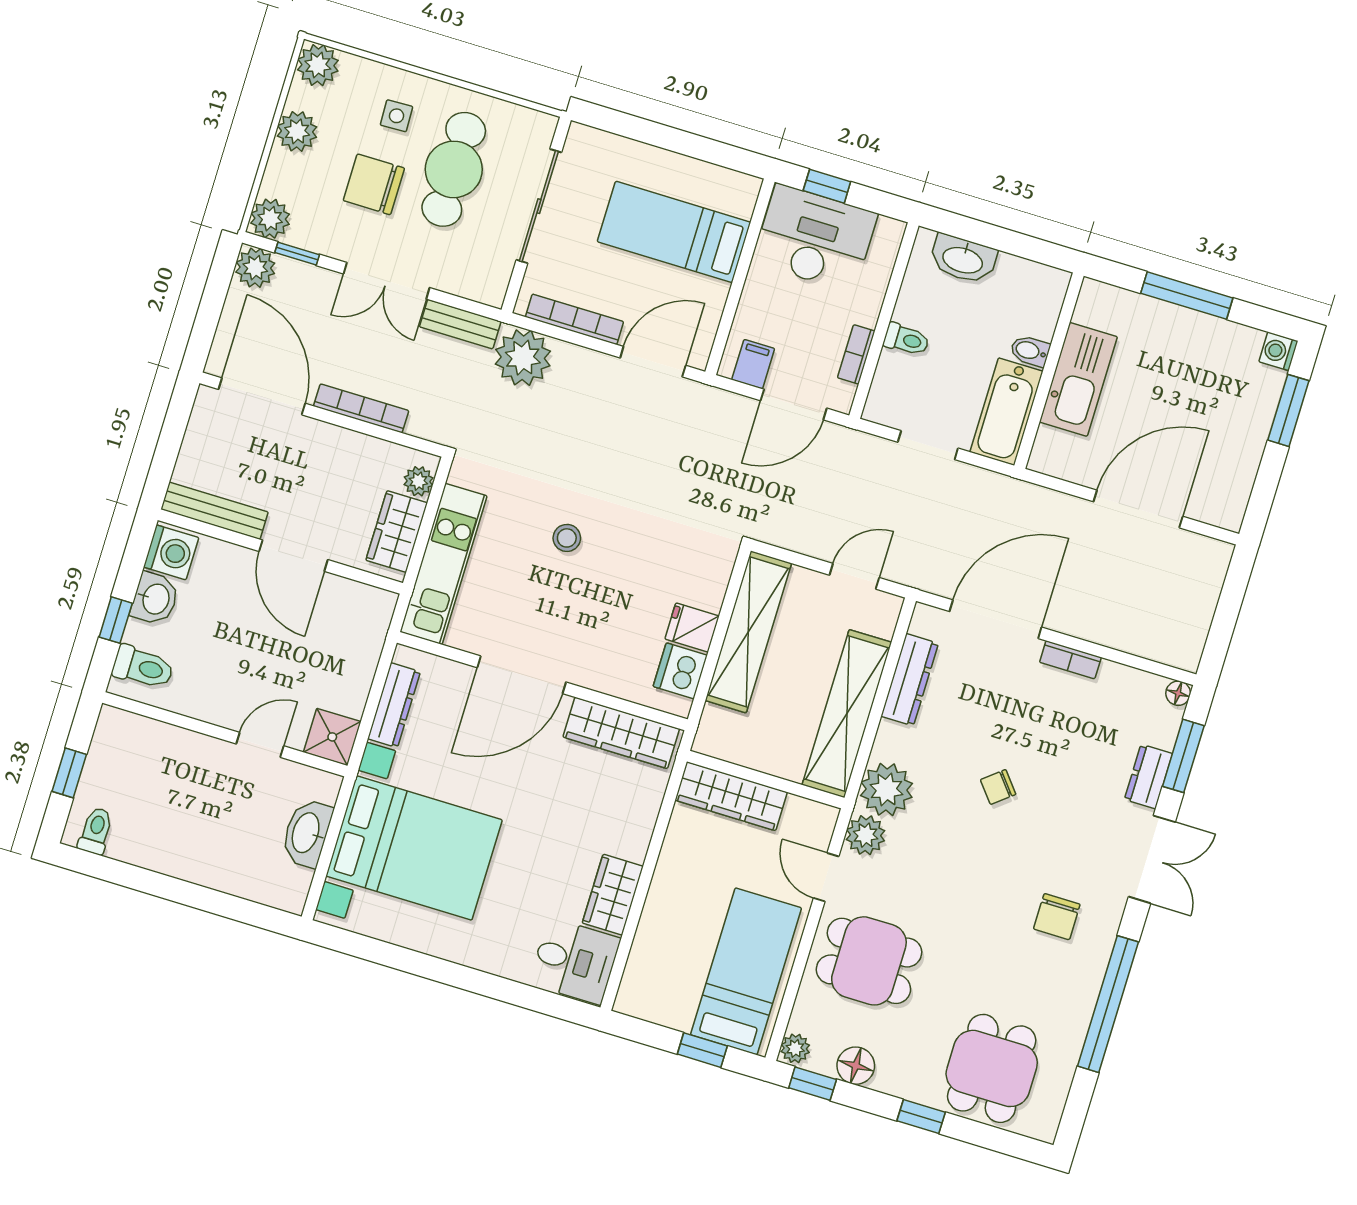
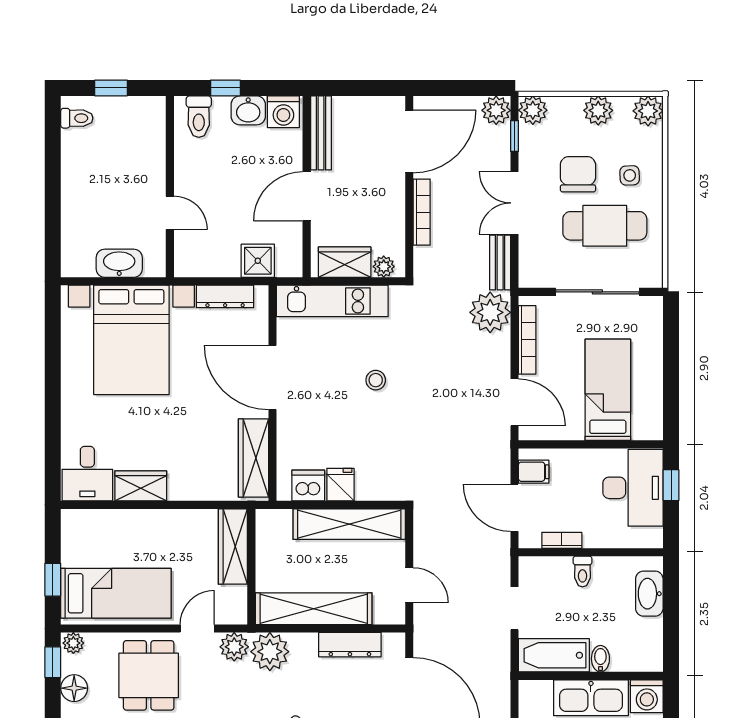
washing machine: (1099, 304) -> (647, 696), added
shower: (332, 737) -> (258, 261), moved

